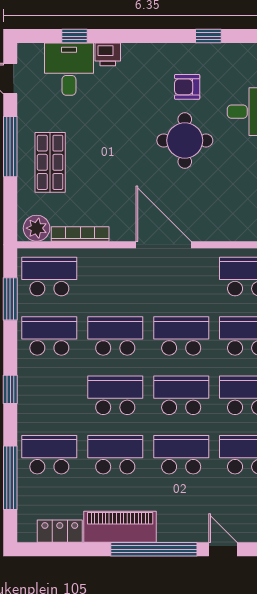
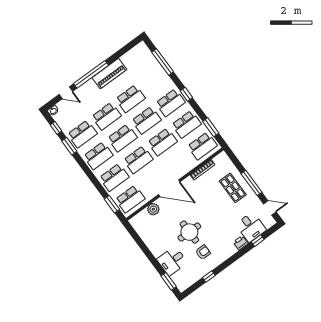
plant: (37, 228) -> (153, 209), moved
school desk: (49, 455) -> (170, 103), moved
locker: (60, 531) -> (130, 56), removed

